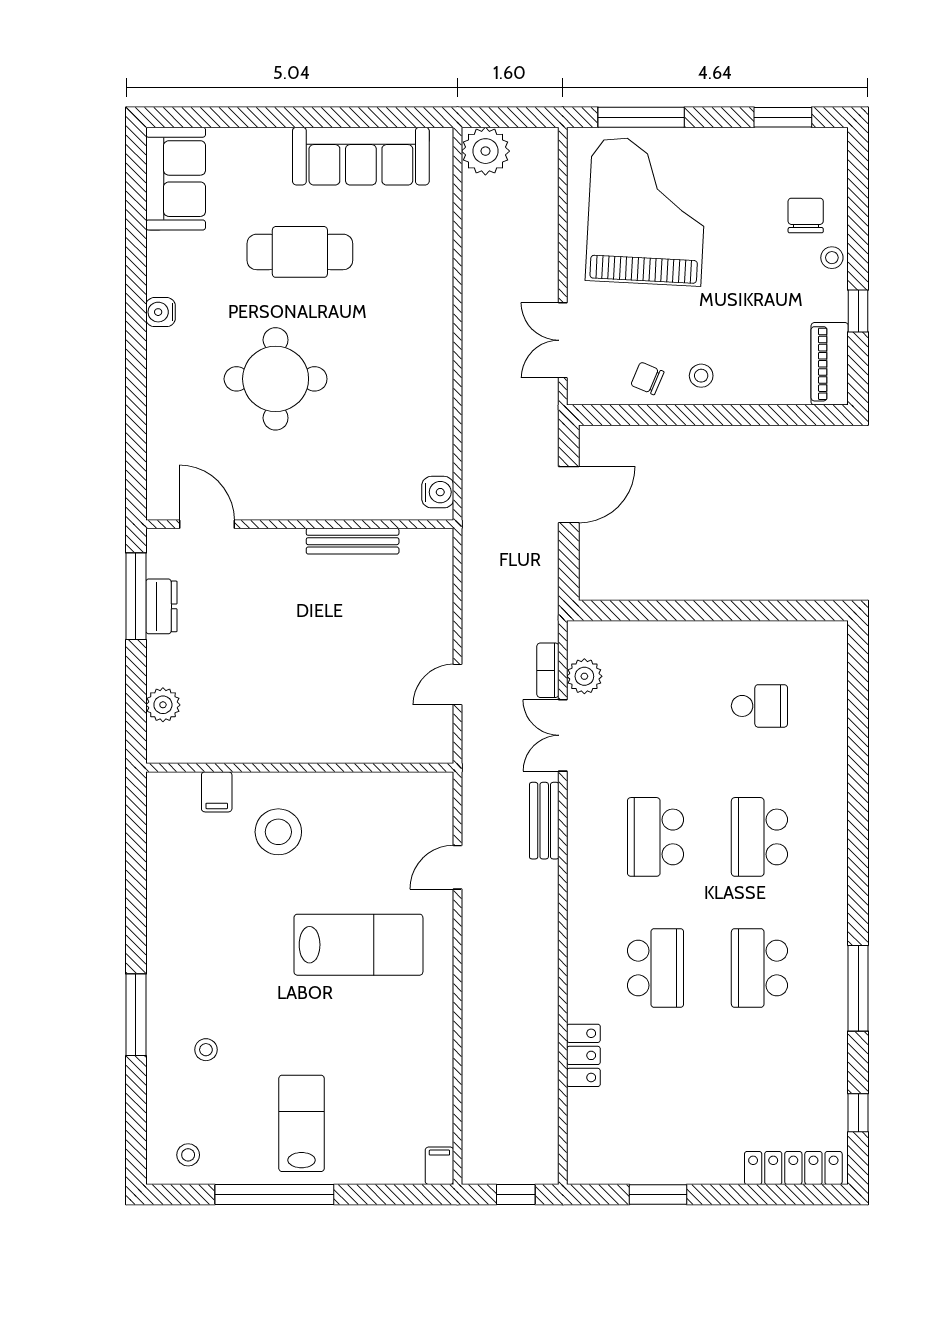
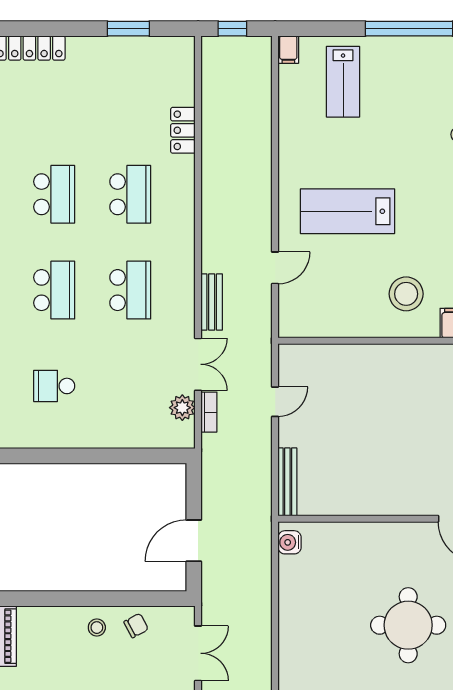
chair: (647, 378) -> (136, 626), turned -51
bench: (353, 541) -> (287, 482), moved, turned 90
school desk: (655, 968) -> (130, 194), turned 180
lab bench: (302, 1123) -> (343, 82), moved

